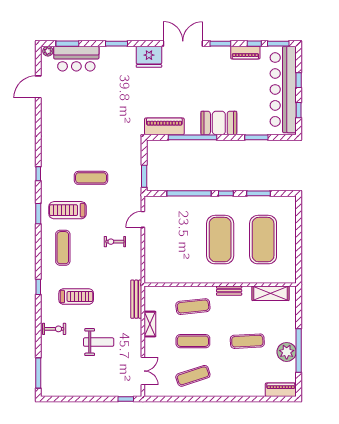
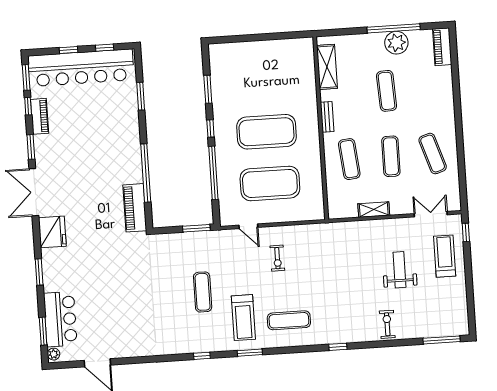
booth: (219, 123) -> (126, 143), removed
exercise mat: (263, 240) -> (270, 183), moved
treadmill: (76, 297) -> (445, 256), moved
bench: (136, 299) -> (345, 228), removed

